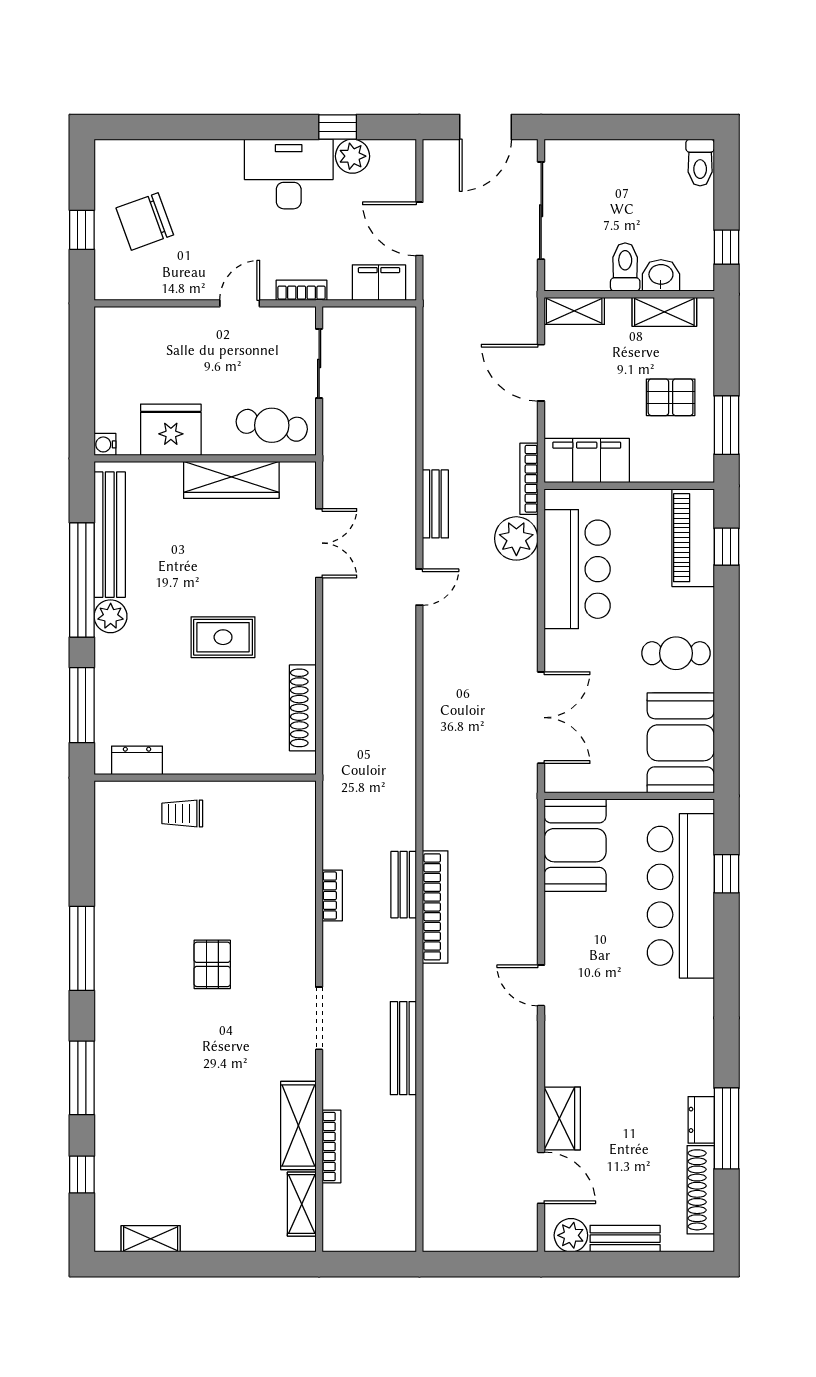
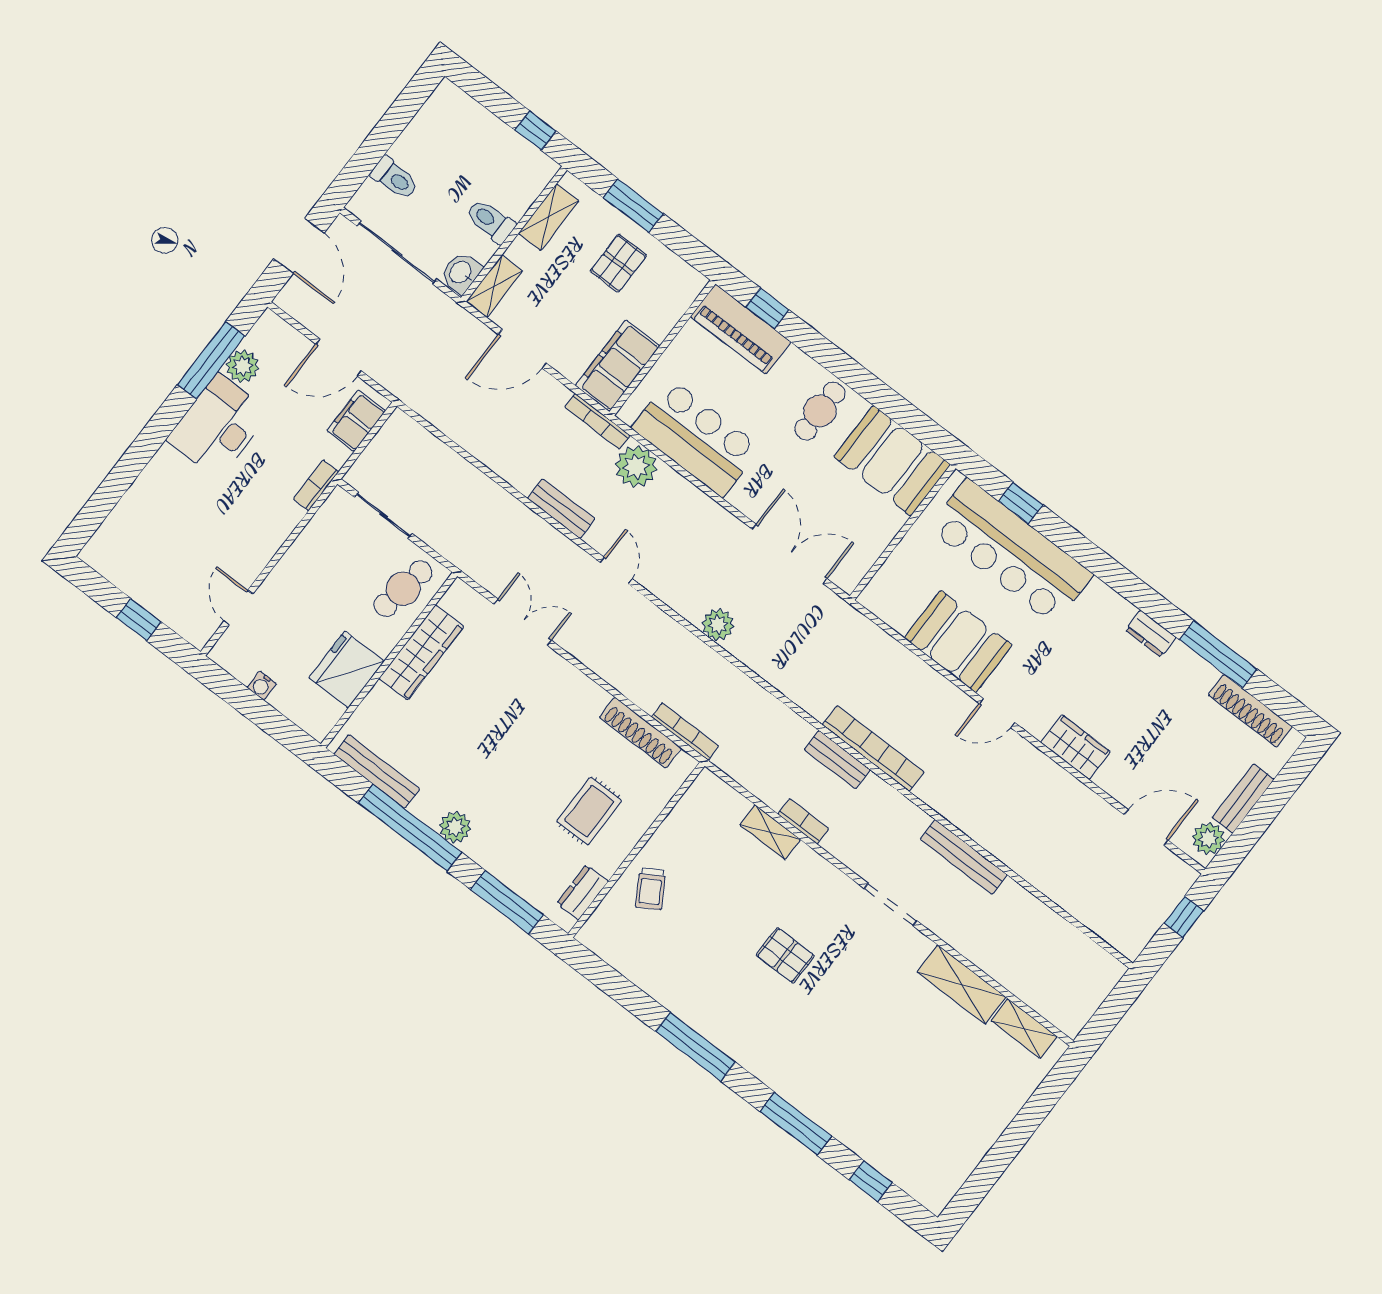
window: (338, 127) -> (211, 360), width x2.17
toilet: (700, 163) -> (395, 178), moved
chair: (145, 221) -> (170, 566), removed
washbasin: (661, 275) -> (461, 273), moved
door: (240, 303) -> (238, 608), moved
window: (726, 425) -> (633, 206), moved
water cooler: (105, 444) -> (262, 685), moved
bench: (110, 535) -> (377, 771), width x0.73, depth x0.82
rug: (223, 637) -> (589, 811), moved
plant: (439, 704) -> (718, 625), added
trolley: (182, 813) -> (651, 889), turned -31
booth: (575, 845) -> (958, 641), moved
wardrobe: (562, 1118) -> (1075, 747), moved
dresser: (701, 1120) -> (1151, 634), moved
bookcase: (331, 1147) -> (685, 732), moved
shelving: (151, 1239) -> (770, 832), moved, turned 90
window: (492, 1264) -> (1184, 917), added

